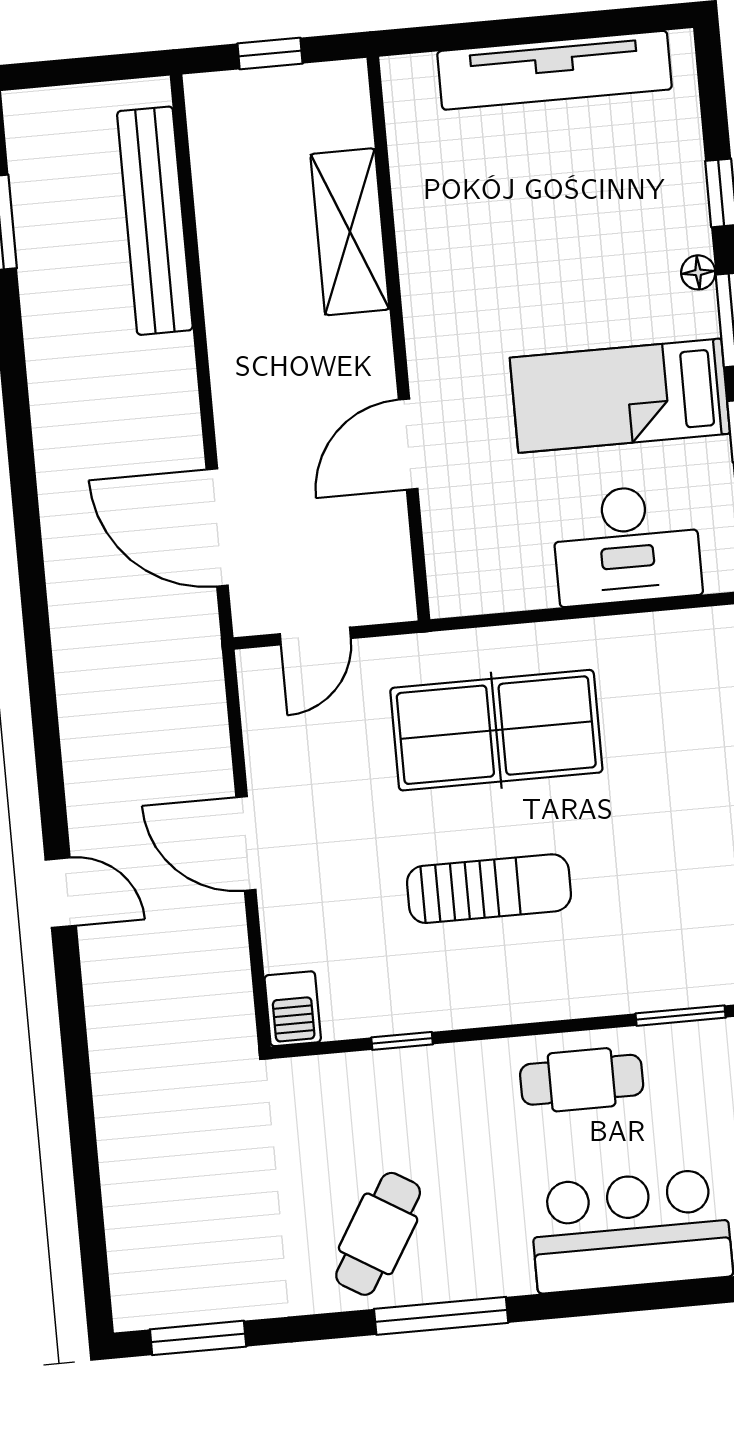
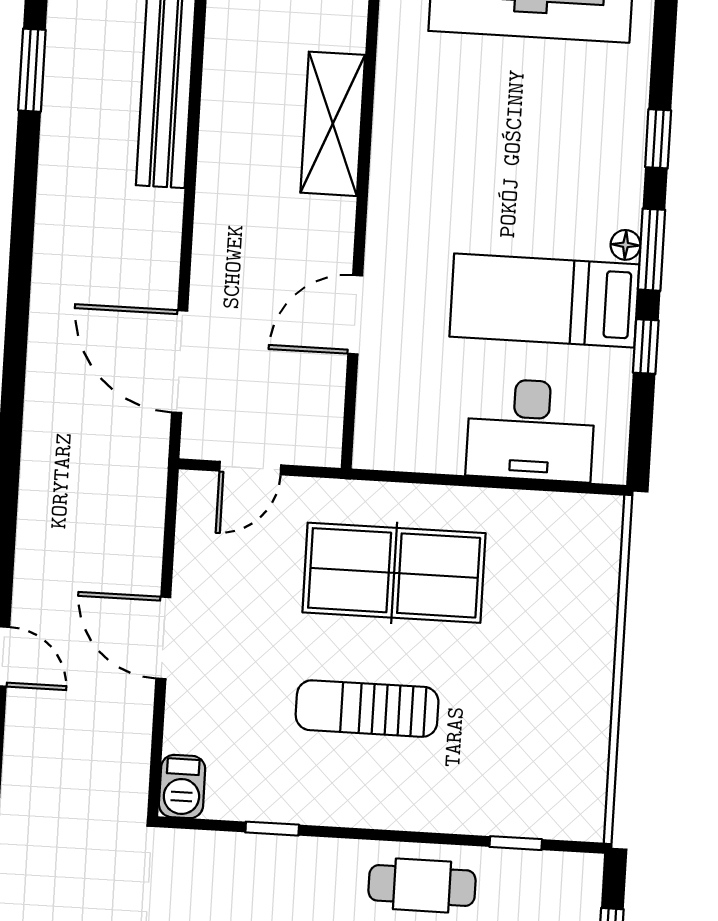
floor lamp: (698, 272) -> (625, 245), moved
sun lounger: (489, 889) -> (367, 709), turned 180
window: (681, 1016) -> (516, 843), width x0.67

